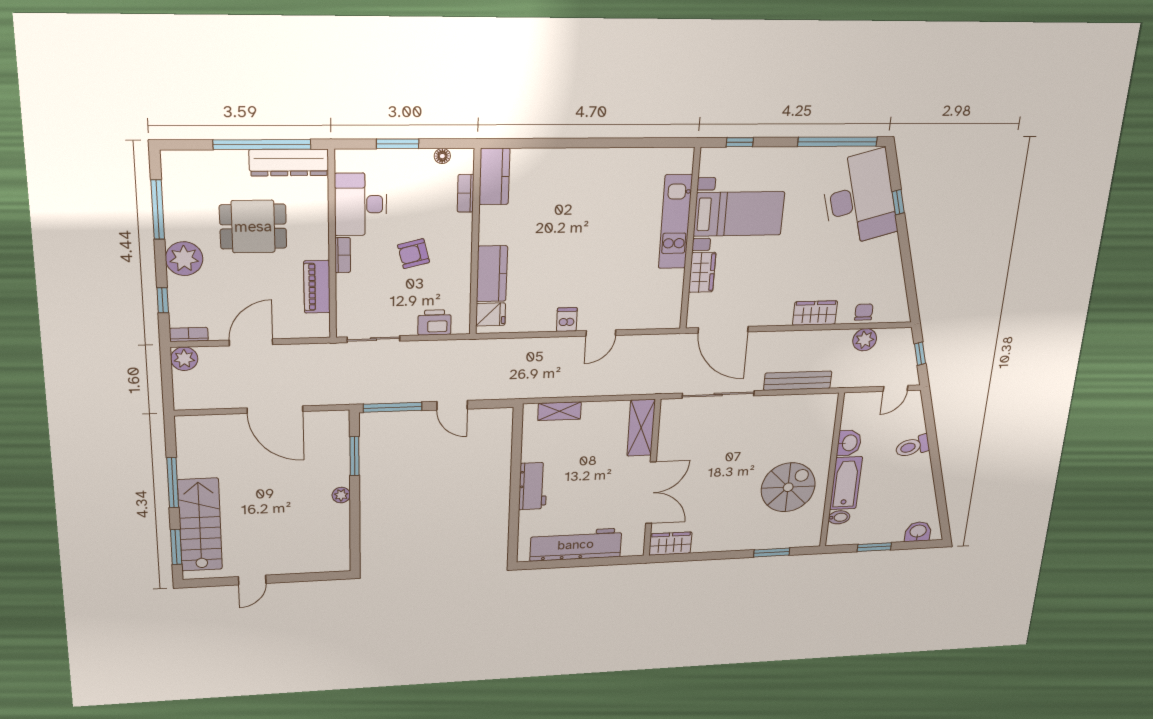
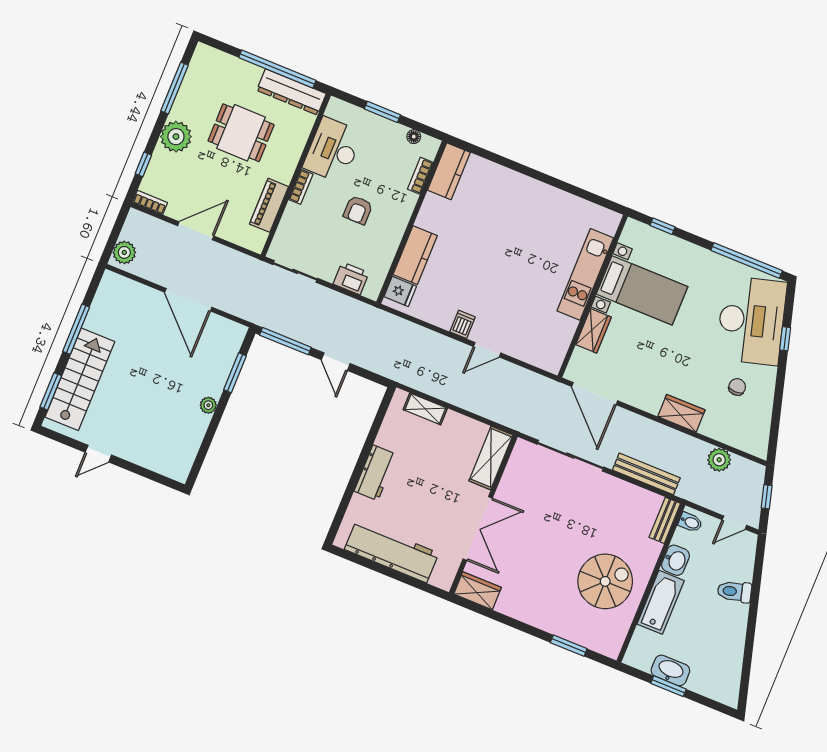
armchair: (414, 254) -> (358, 210), turned -76
chair: (864, 312) -> (737, 387), moved
plant: (184, 359) -> (124, 252), moved
bench: (828, 413) -> (665, 520), added
bidet: (839, 517) -> (690, 522), moved
washbasin: (918, 532) -> (670, 670), moved, width x1.38

